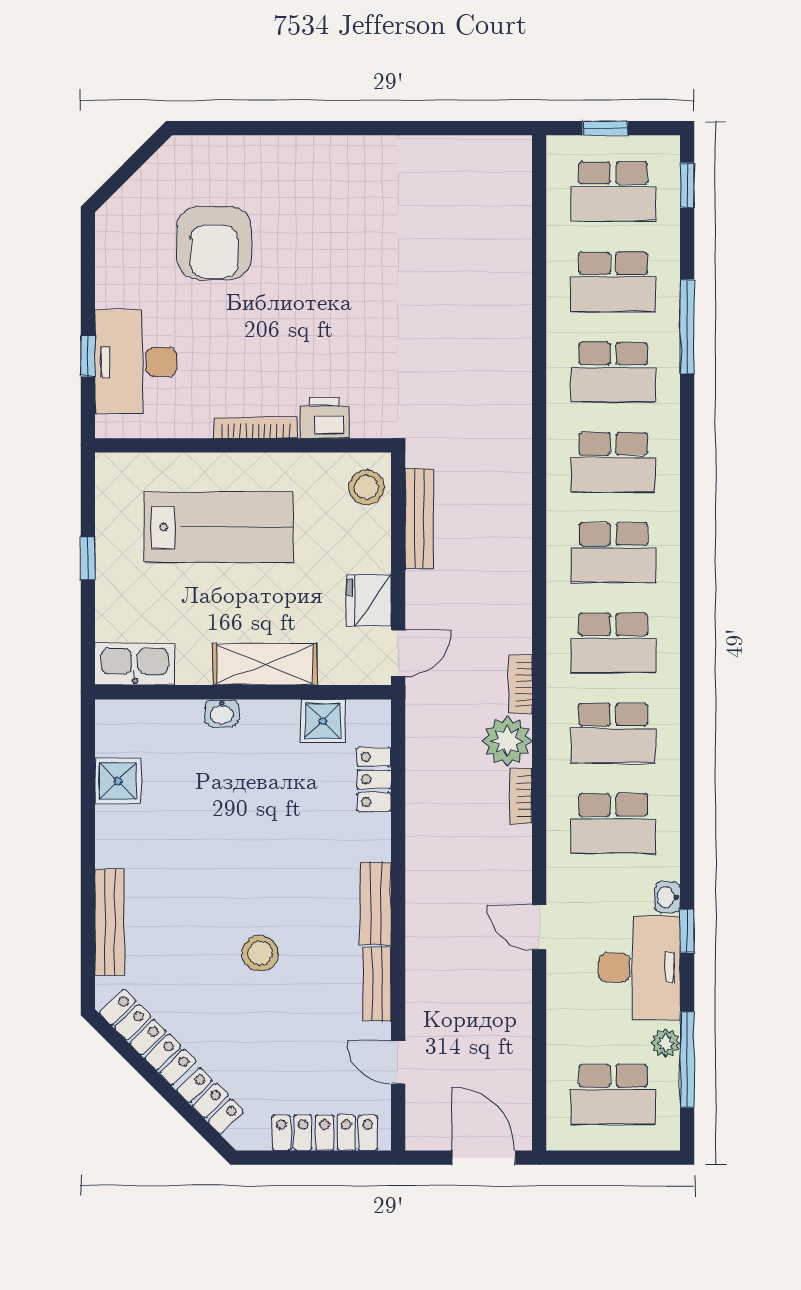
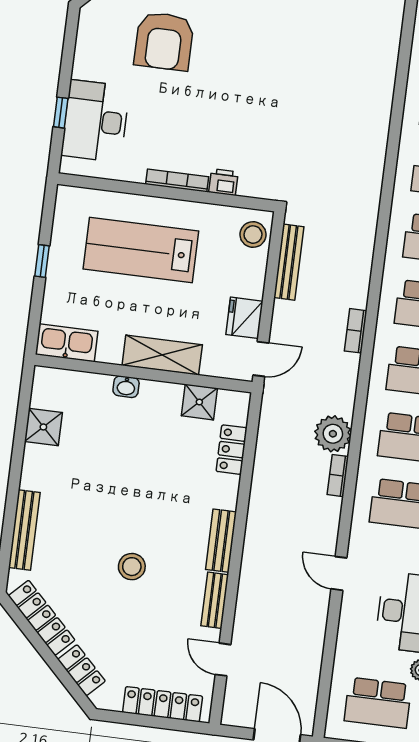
printer: (324, 418) -> (223, 182), width x0.73, depth x0.81
lab bench: (219, 527) -> (141, 250), turned 180
bookcase: (520, 684) -> (356, 331), moved

